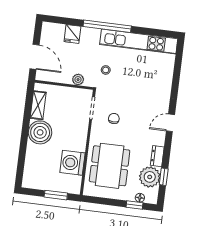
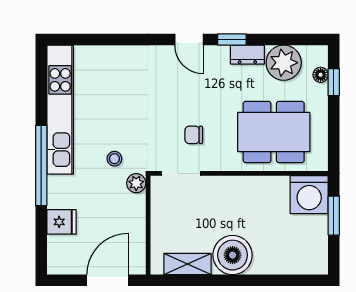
plant: (78, 80) -> (136, 183), moved
washing machine: (72, 163) -> (309, 195), moved
window: (164, 177) -> (232, 39), moved

